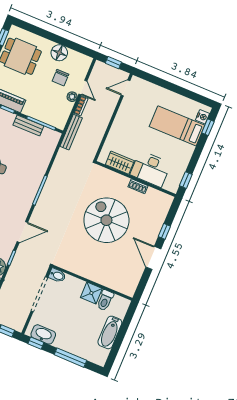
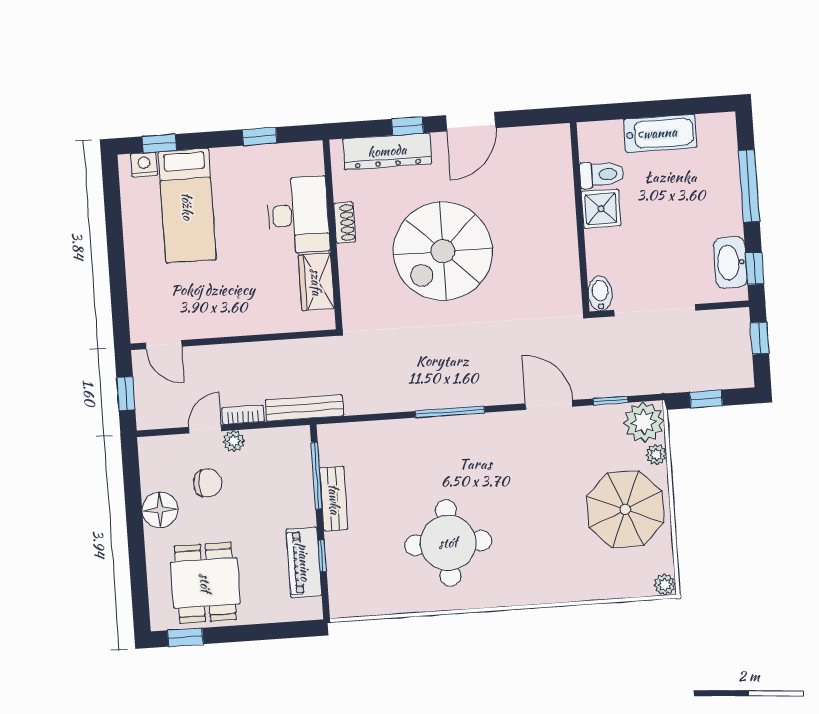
window: (186, 180) -> (260, 136), moved
dresser: (158, 218) -> (387, 151), added

